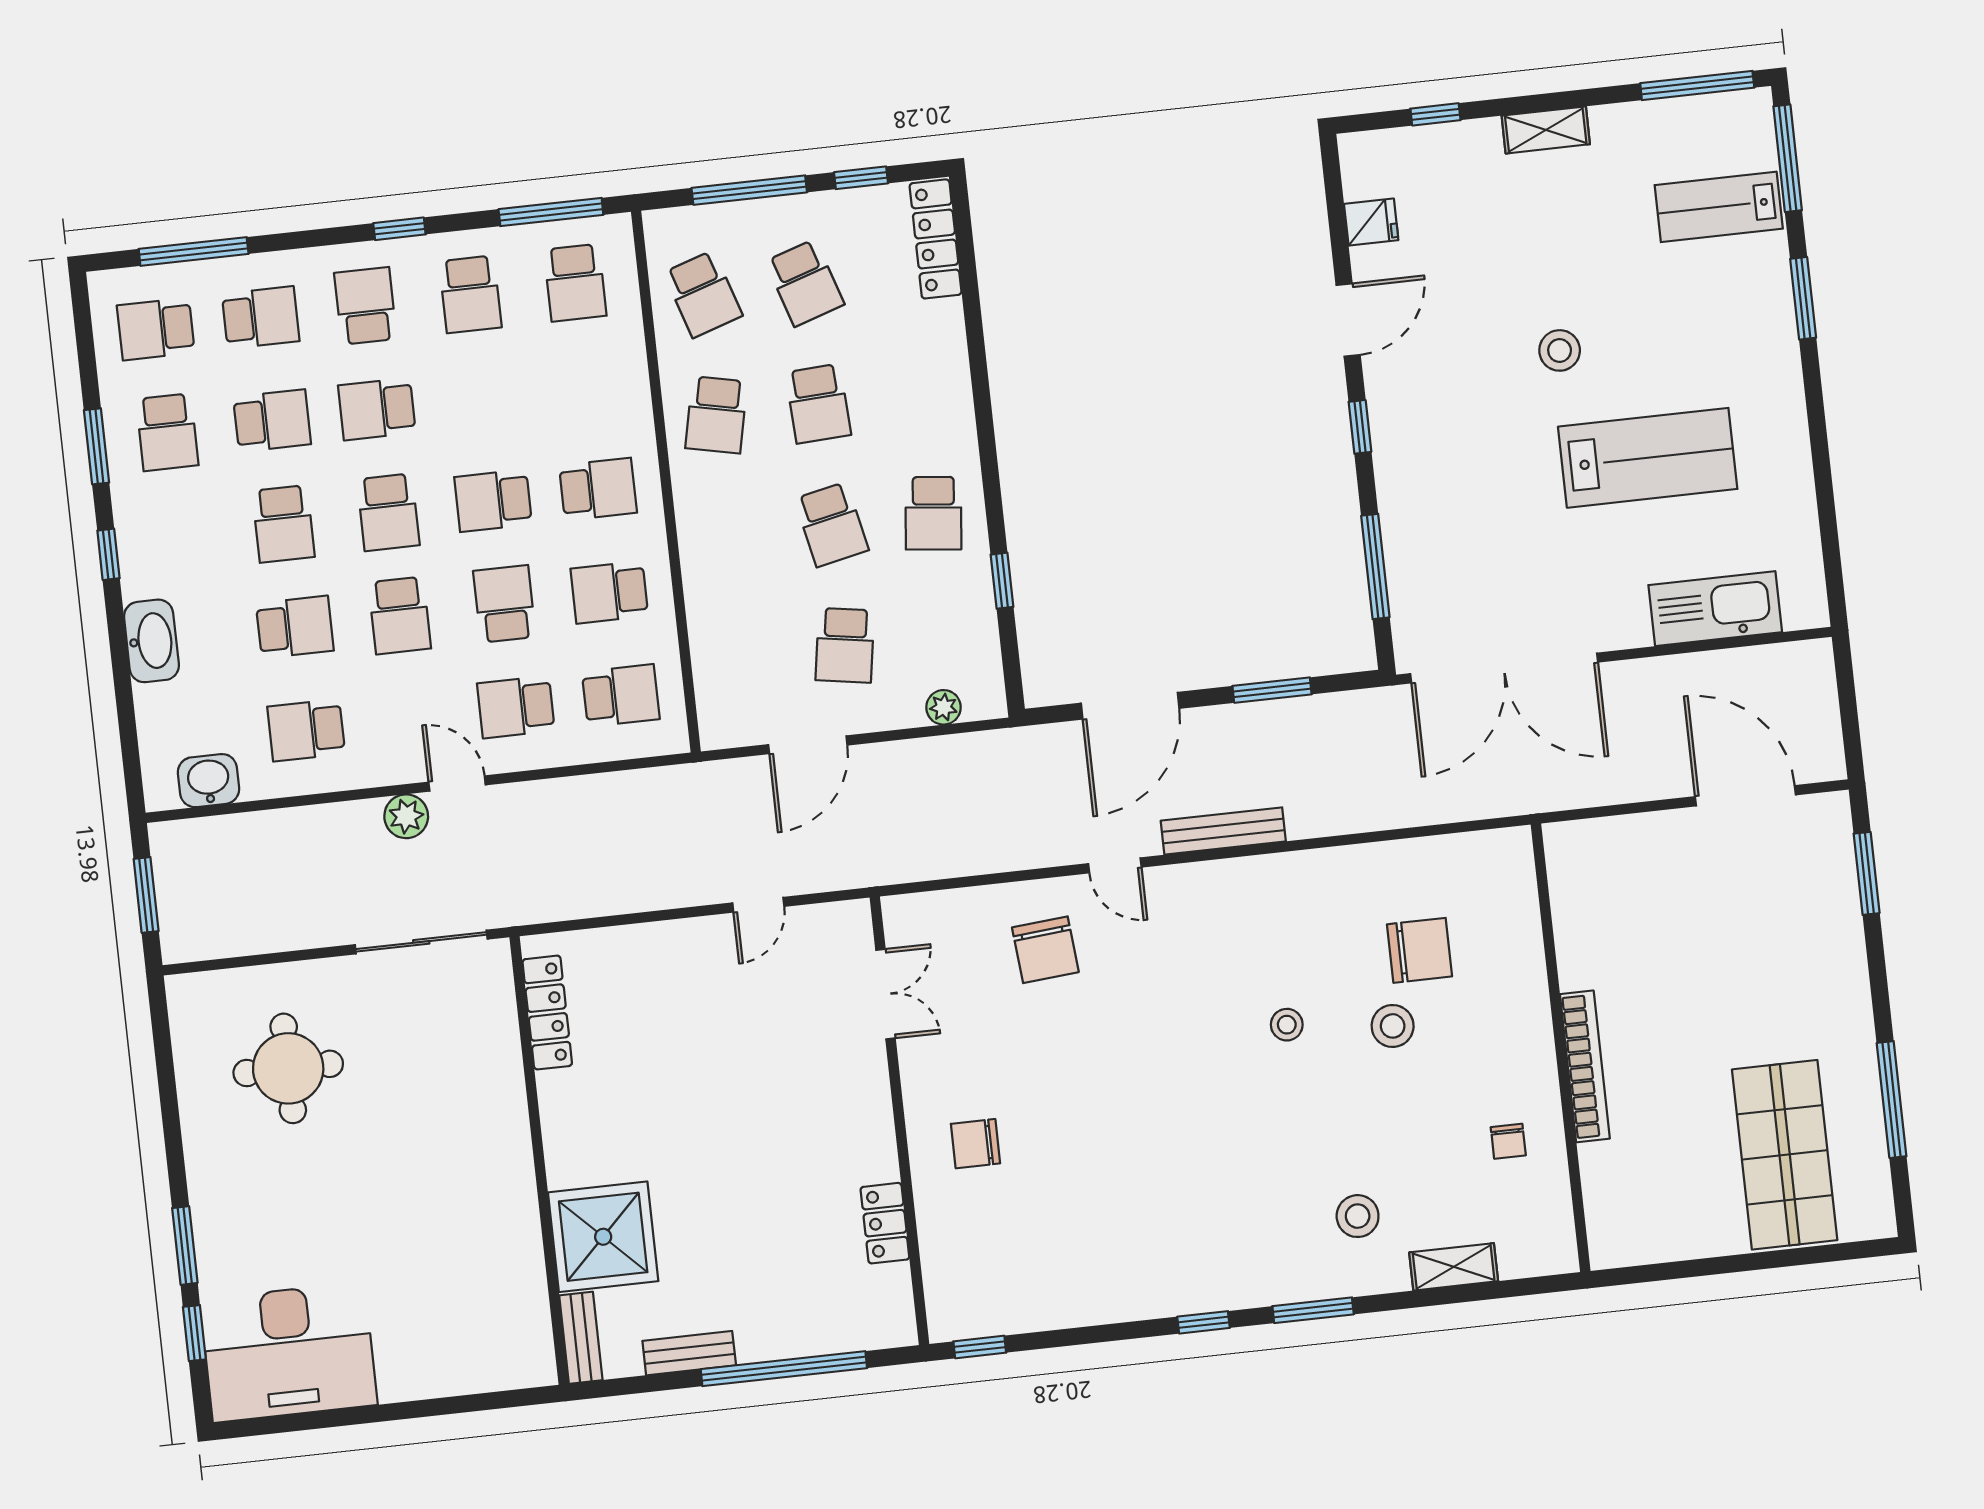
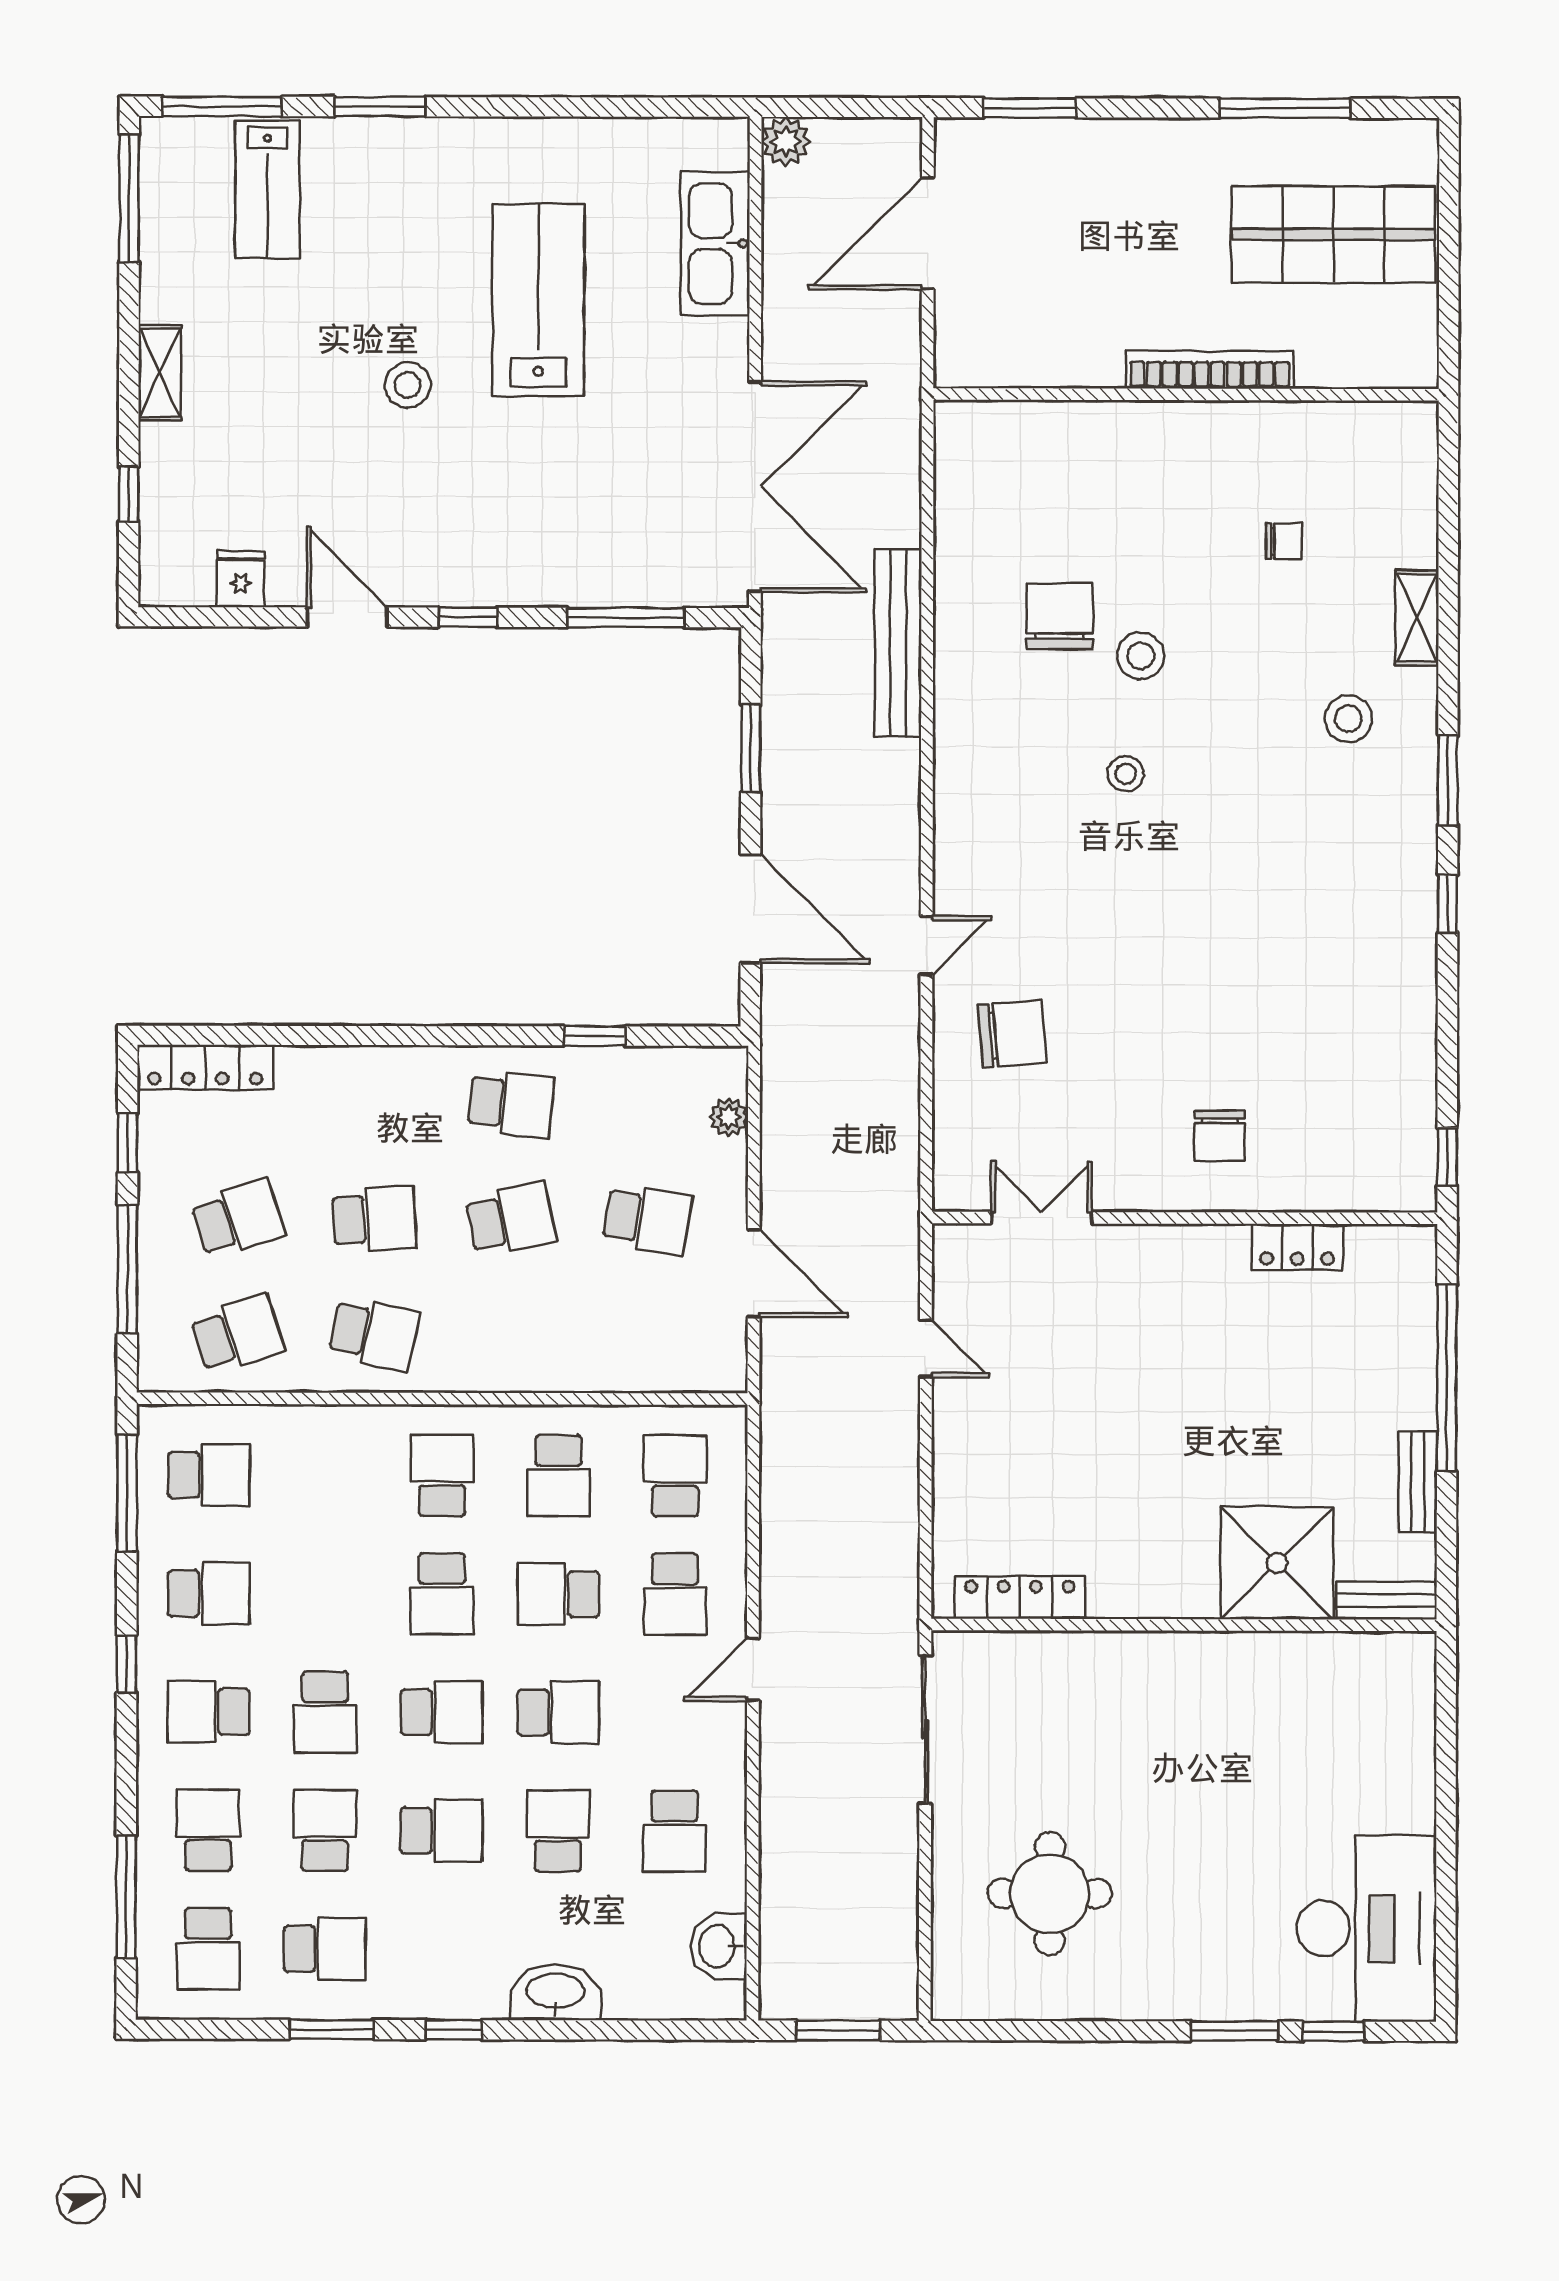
plant: (406, 816) -> (786, 142), moved
bench: (1223, 831) -> (898, 643), moved, width x1.37, depth x1.21
wall: (1561, 1048) -> (1186, 394), moved
bookcase: (1585, 1066) -> (1210, 370), moved

